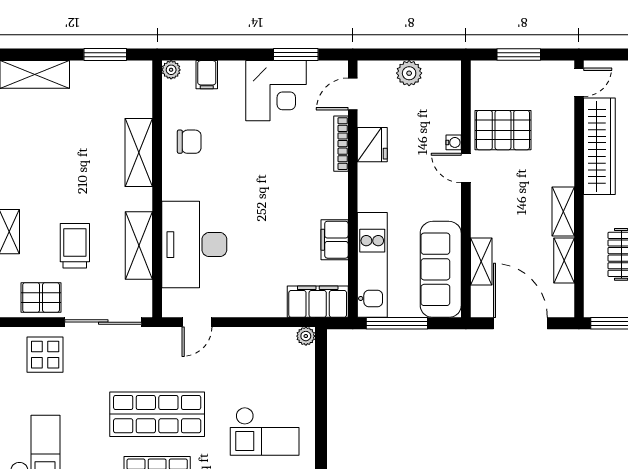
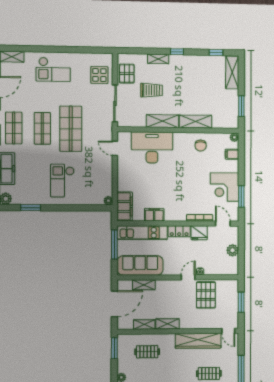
locker: (369, 187) -> (179, 231), added
shelving: (139, 245) -> (163, 121), moved

